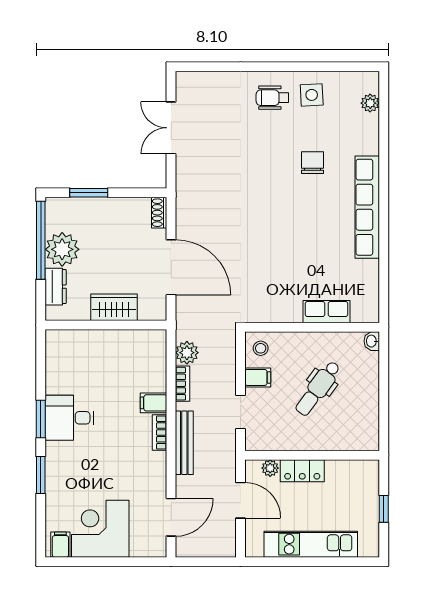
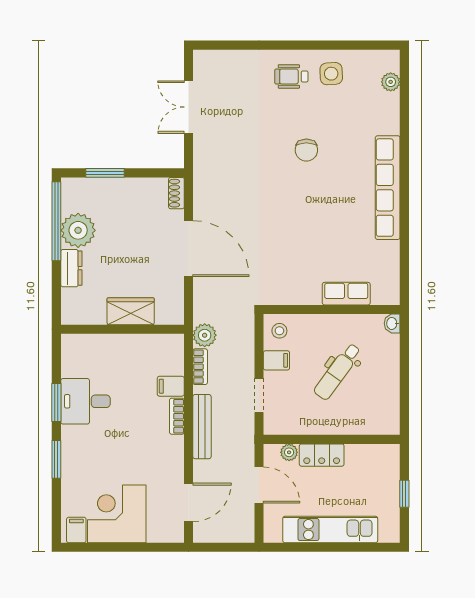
chair: (312, 163) -> (306, 150), moved, turned 180
wardrobe: (114, 307) -> (131, 311), moved
wall: (106, 325) -> (122, 329), moved

